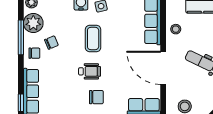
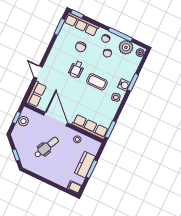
door: (163, 68) -> (56, 119), hinge flipped
chair: (96, 97) -> (81, 47), moved

